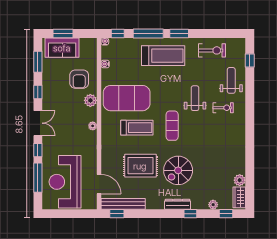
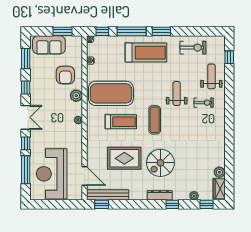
window: (63, 33) -> (63, 31), moved

